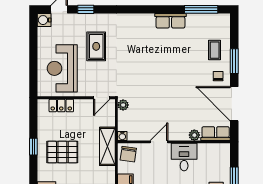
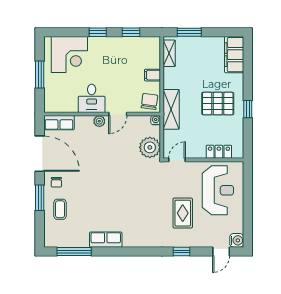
window: (86, 9) -> (181, 251), moved
plant: (123, 105) -> (150, 147), width x1.88, depth x1.88
plant: (194, 135) -> (99, 121), moved

